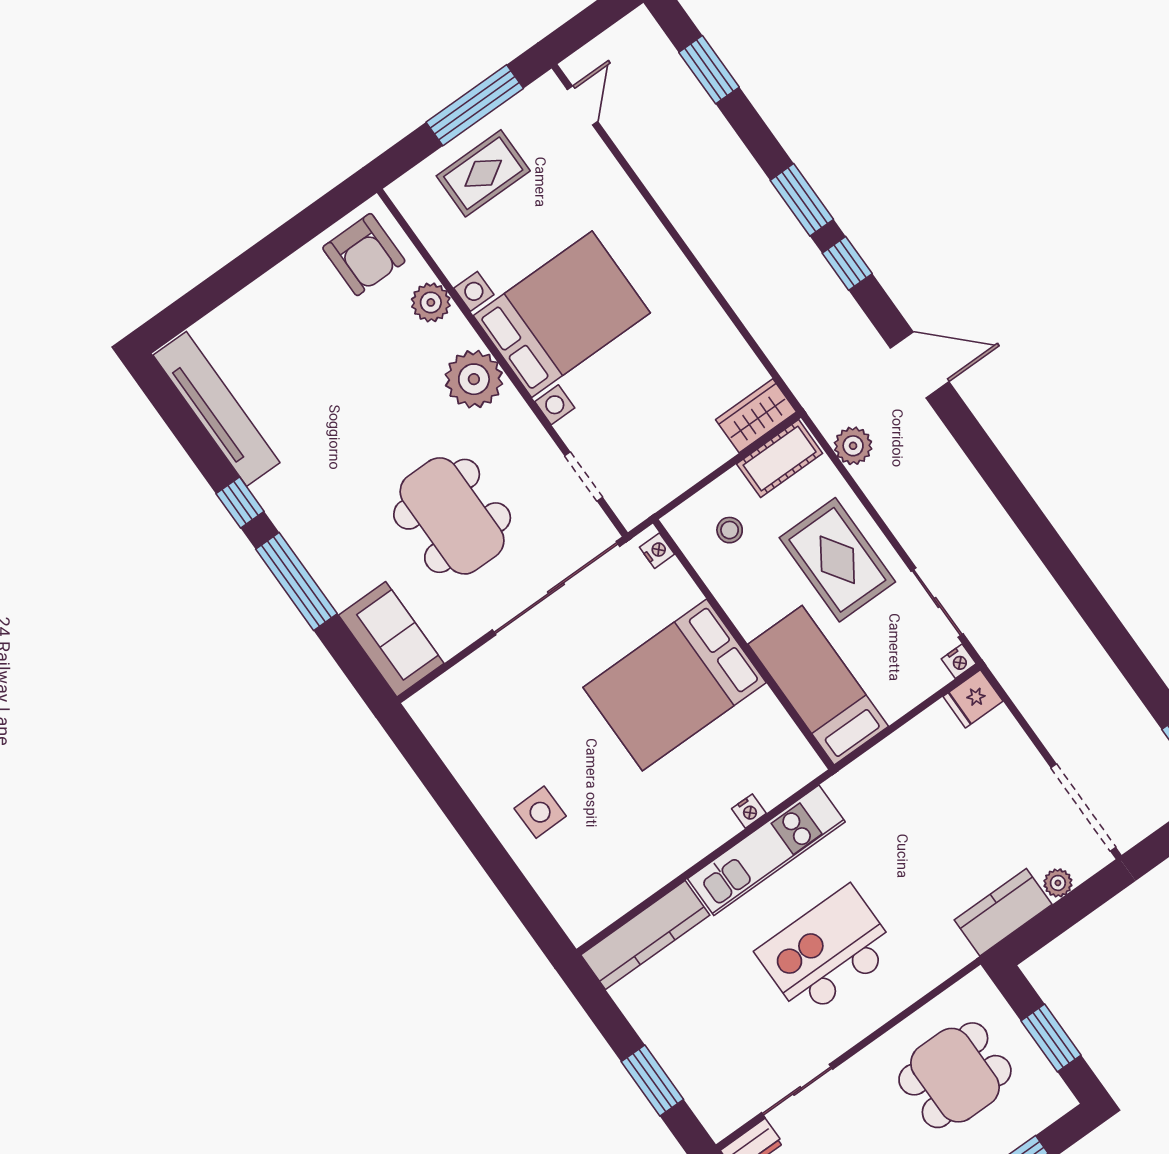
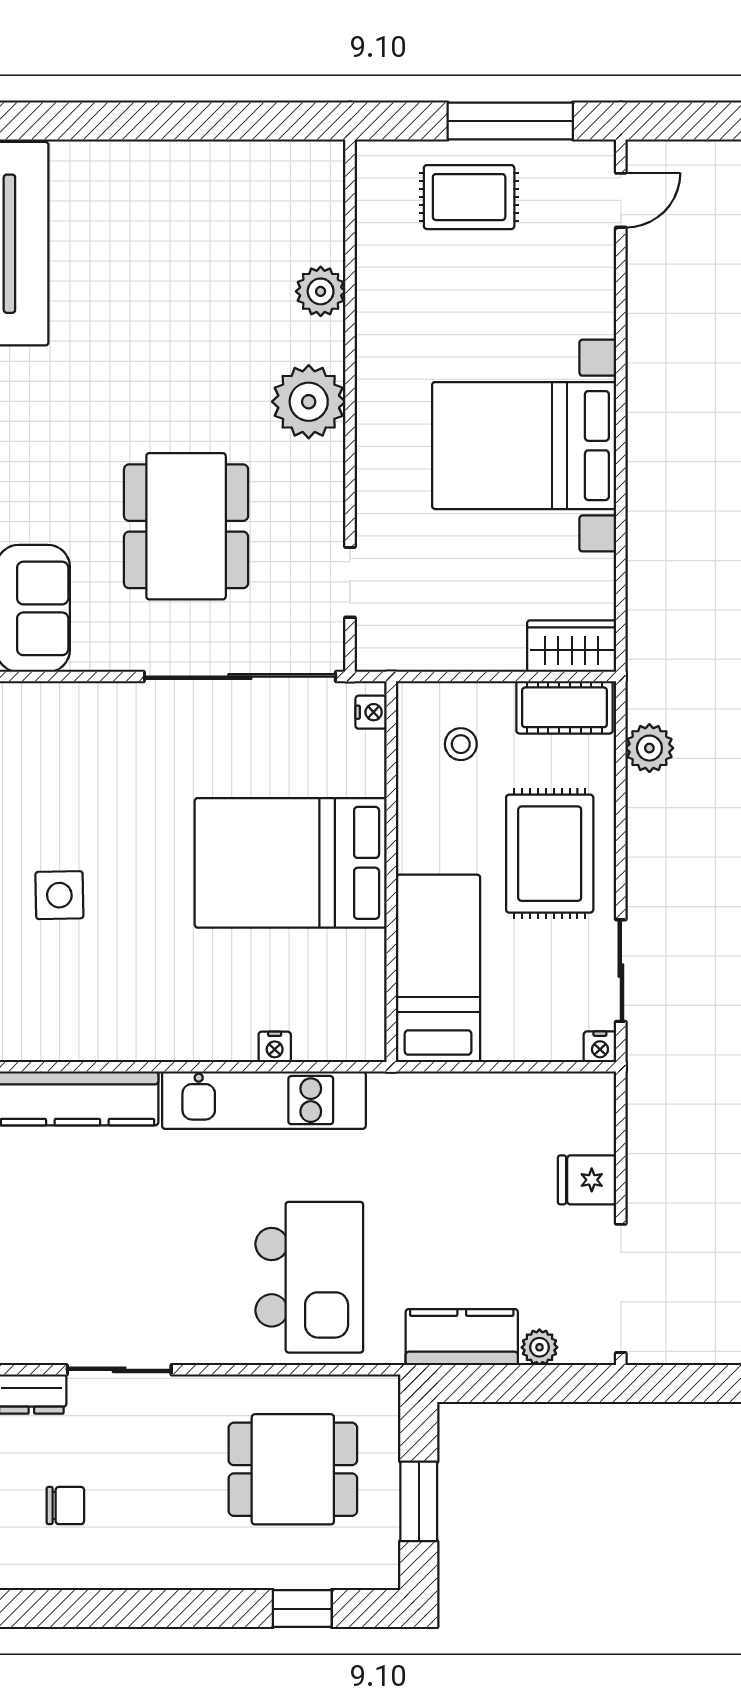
armchair: (364, 255) -> (287, 193), removed
bed with nightstands: (562, 314) -> (524, 446), moved, turned 180
fridge: (973, 699) -> (587, 1180), moved
kitchen island: (827, 951) -> (309, 1277), moved, turned 90

